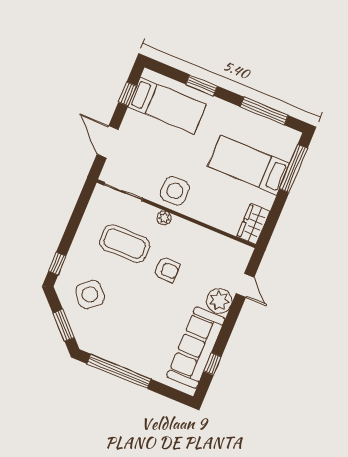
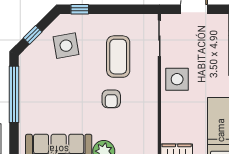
plant: (164, 218) -> (152, 80), removed
side table: (90, 294) -> (66, 46), turned 31
window: (64, 325) -> (33, 35), width x0.67

